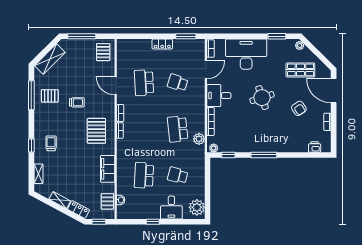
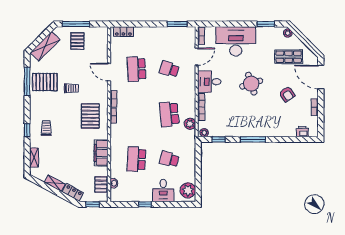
locker: (162, 44) -> (123, 32), moved
pallet: (103, 52) -> (77, 41), moved
pallet: (50, 96) -> (45, 82), width x1.50, depth x1.42

